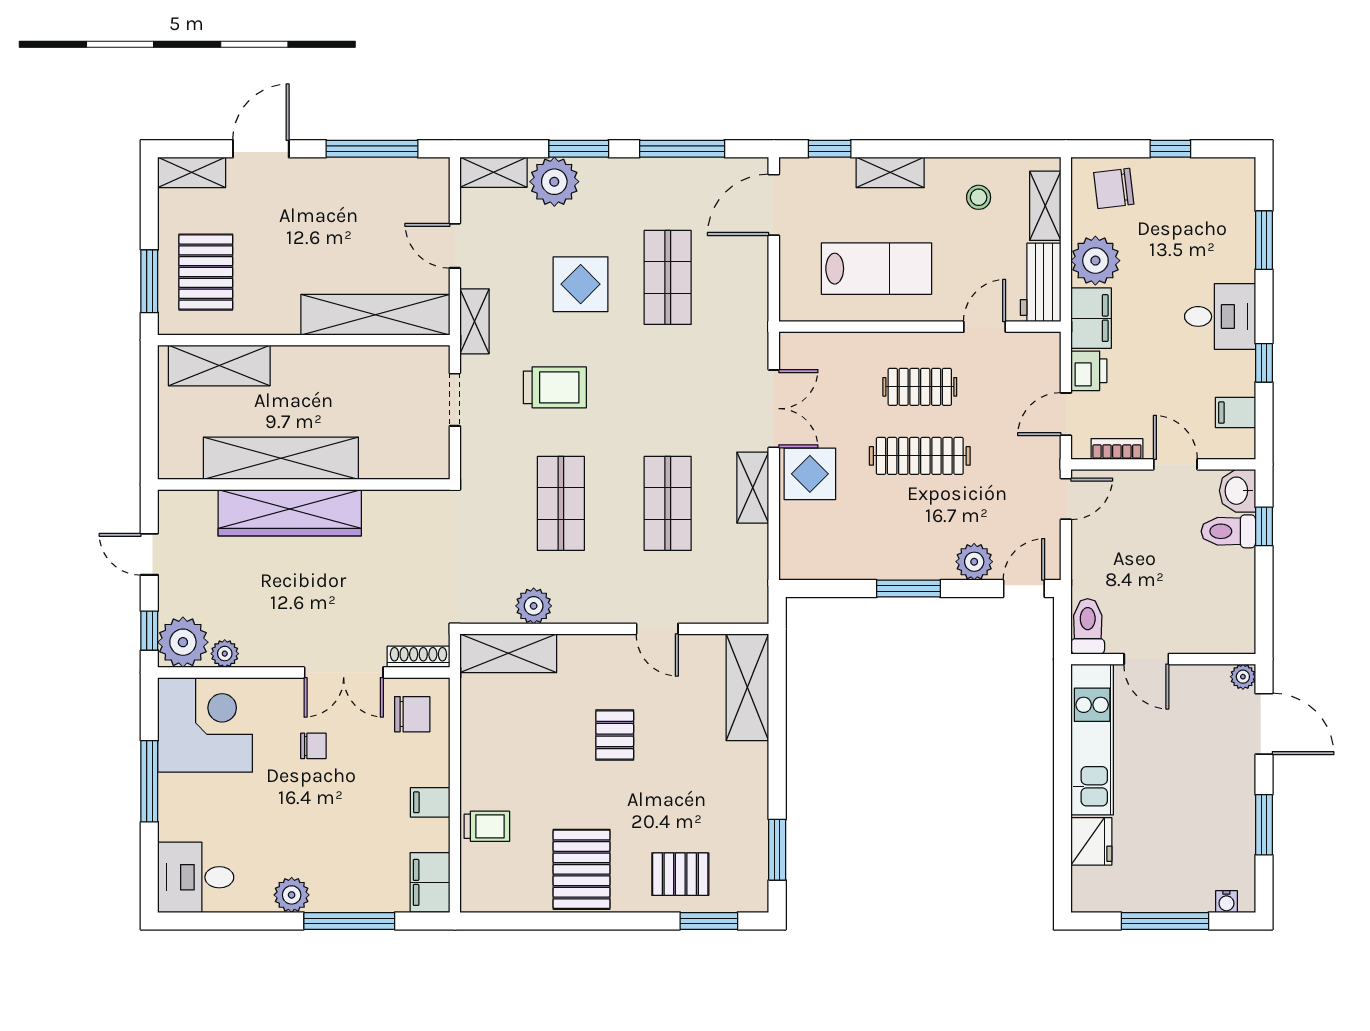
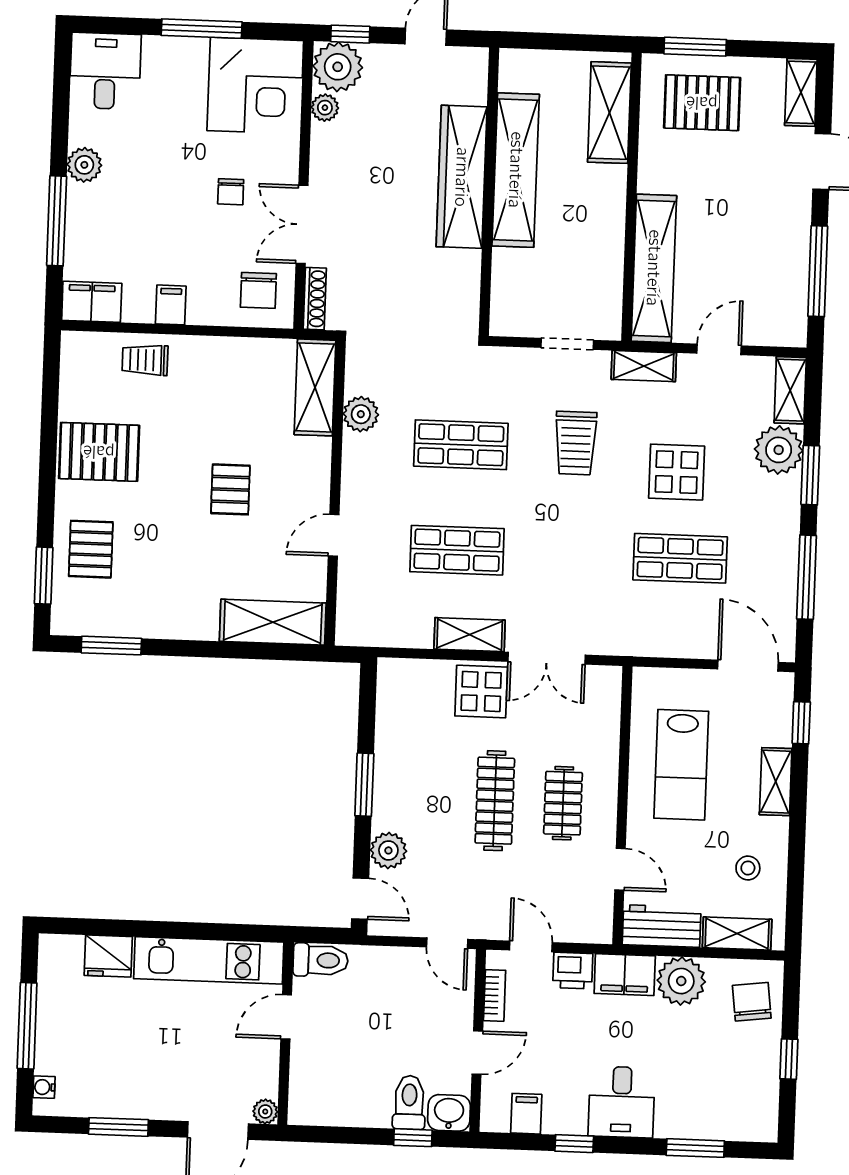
pallet: (615, 735) -> (230, 489), turned 90
trolley: (487, 826) -> (145, 360), turned 90

